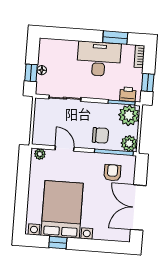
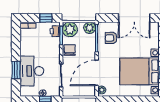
window: (115, 38) -> (16, 70), moved
desk: (99, 59) -> (32, 71), moved
chair: (100, 135) -> (70, 50), moved
door: (65, 149) -> (97, 73), width x1.87

